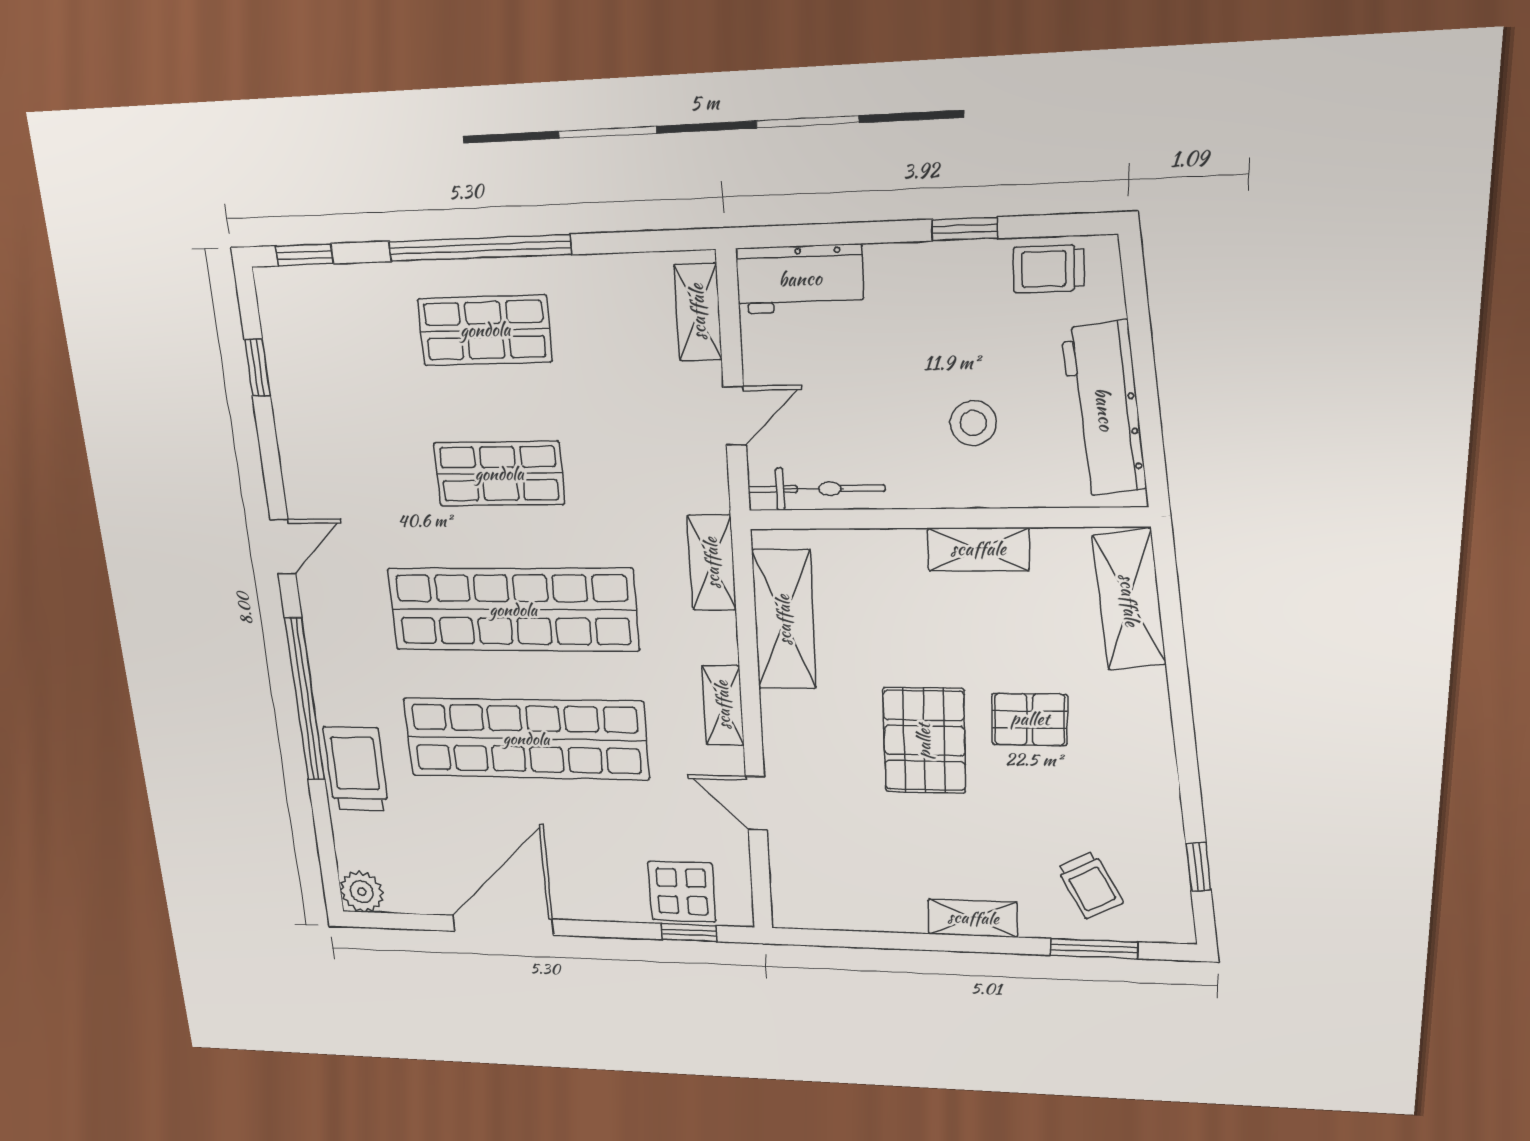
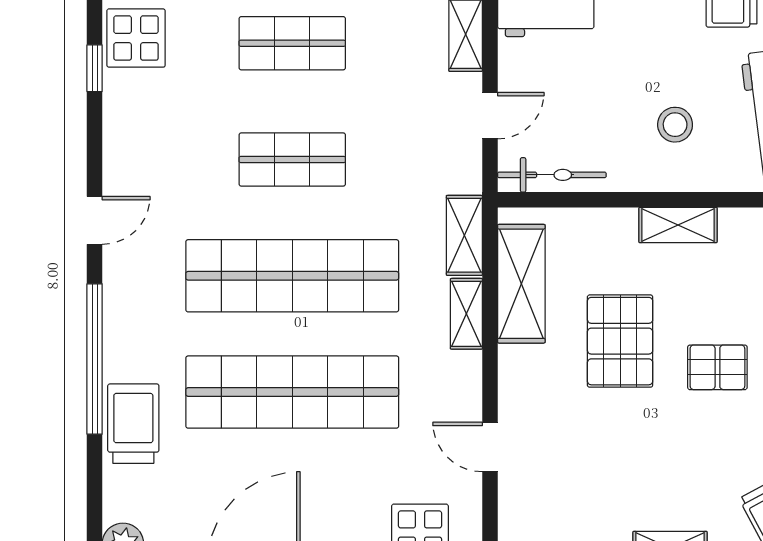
display table: (300, 329) -> (136, 38), added
shelving: (723, 705) -> (466, 314), moved
pallet: (924, 741) -> (620, 341), moved

